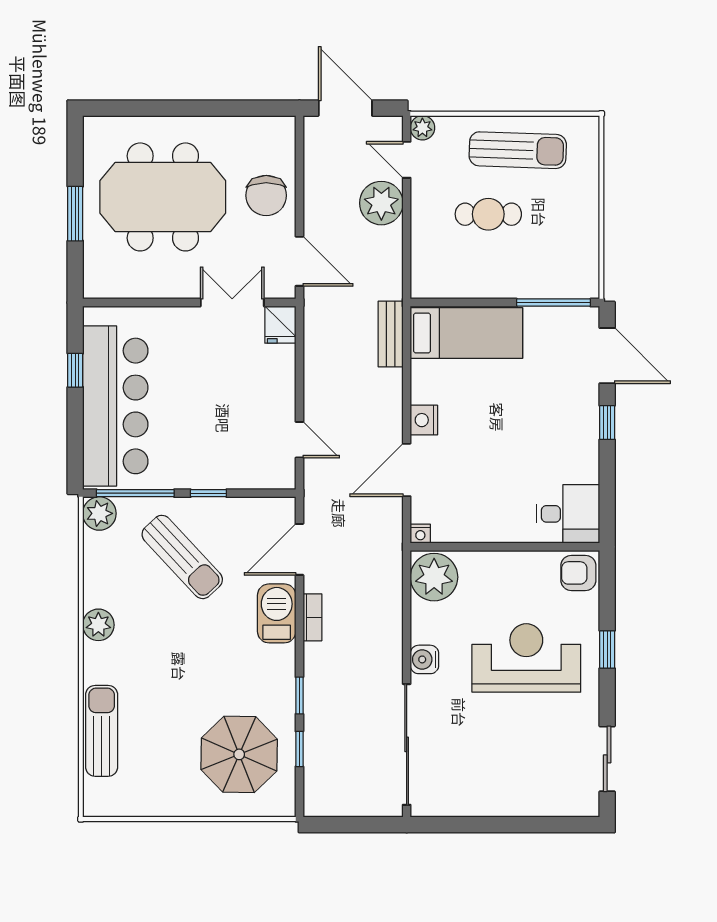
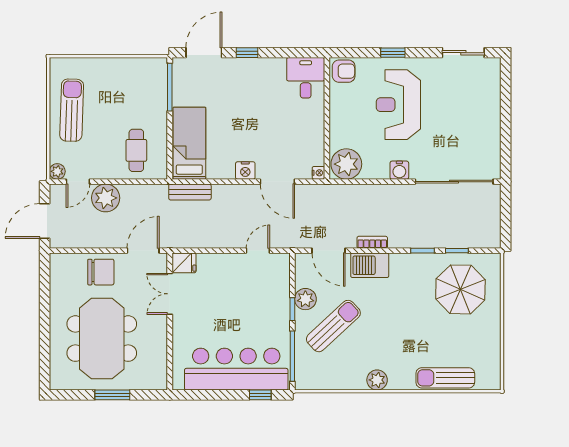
cafe table: (488, 214) -> (136, 150), moved
window: (75, 370) -> (260, 395), moved
plant: (99, 513) -> (305, 299), moved
armchair: (578, 573) -> (344, 71), turned -90

